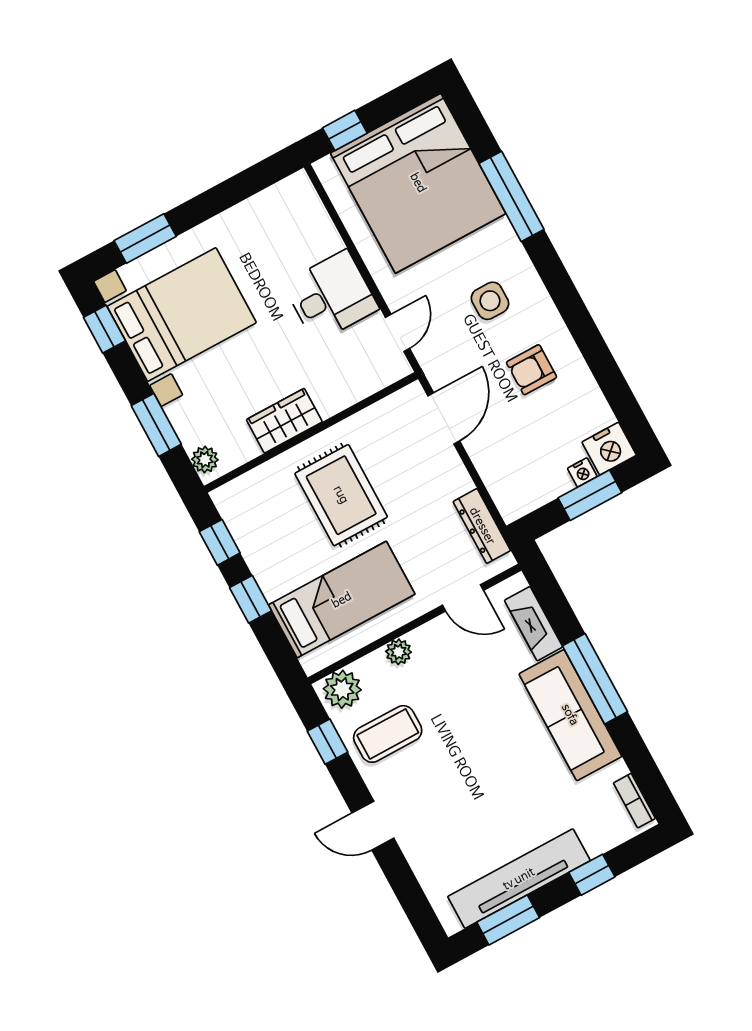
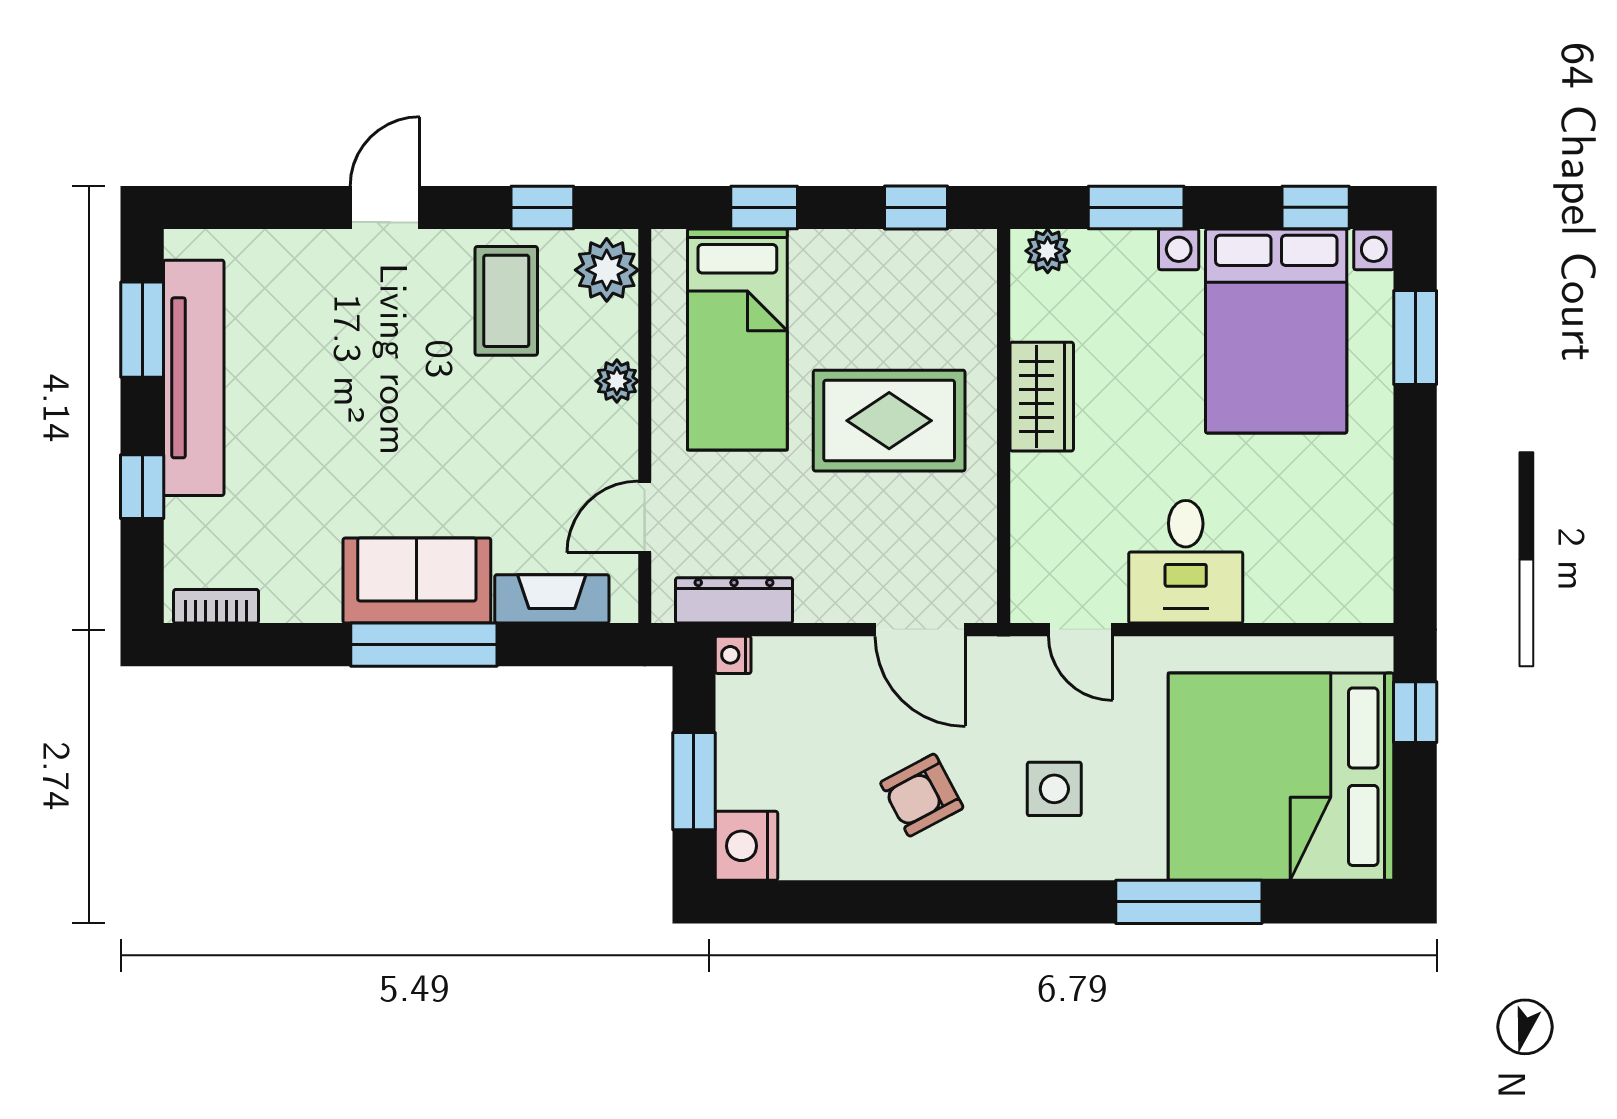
armchair: (532, 370) -> (922, 795), turned -118
nightstand: (582, 472) -> (733, 655), moved
window: (250, 599) -> (764, 207), moved
sofa: (570, 715) -> (417, 581), width x0.73

